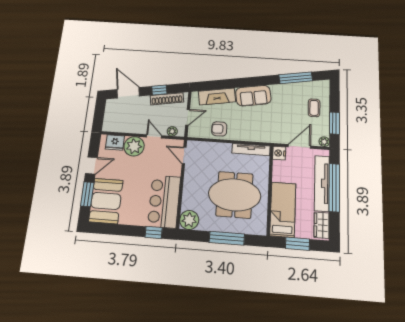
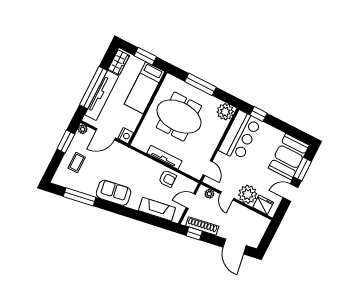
window: (159, 90) -> (194, 234), moved
sofa: (253, 96) -> (114, 193), moved
tv unit: (251, 150) -> (164, 157), moved

